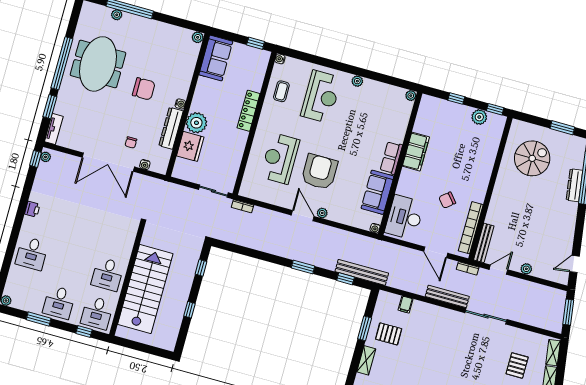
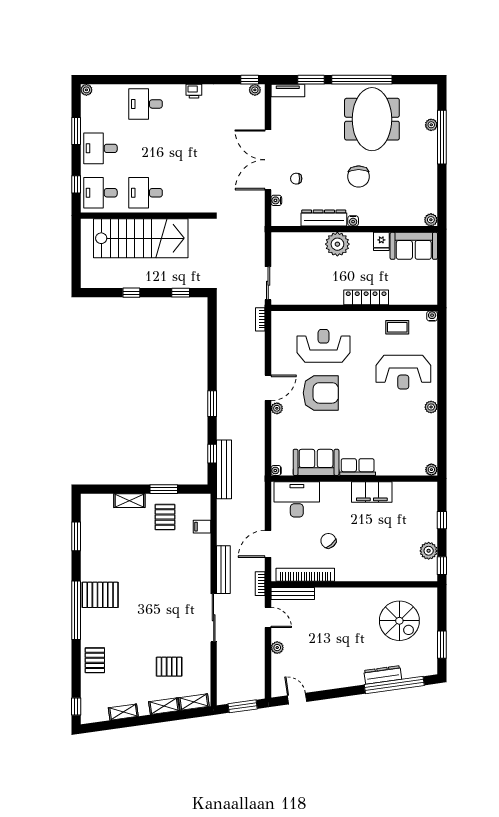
window: (256, 43) -> (442, 285), removed
meeting table: (98, 64) -> (372, 119), turned 90
fridge: (190, 146) -> (381, 241), moved, width x0.53, depth x0.75

